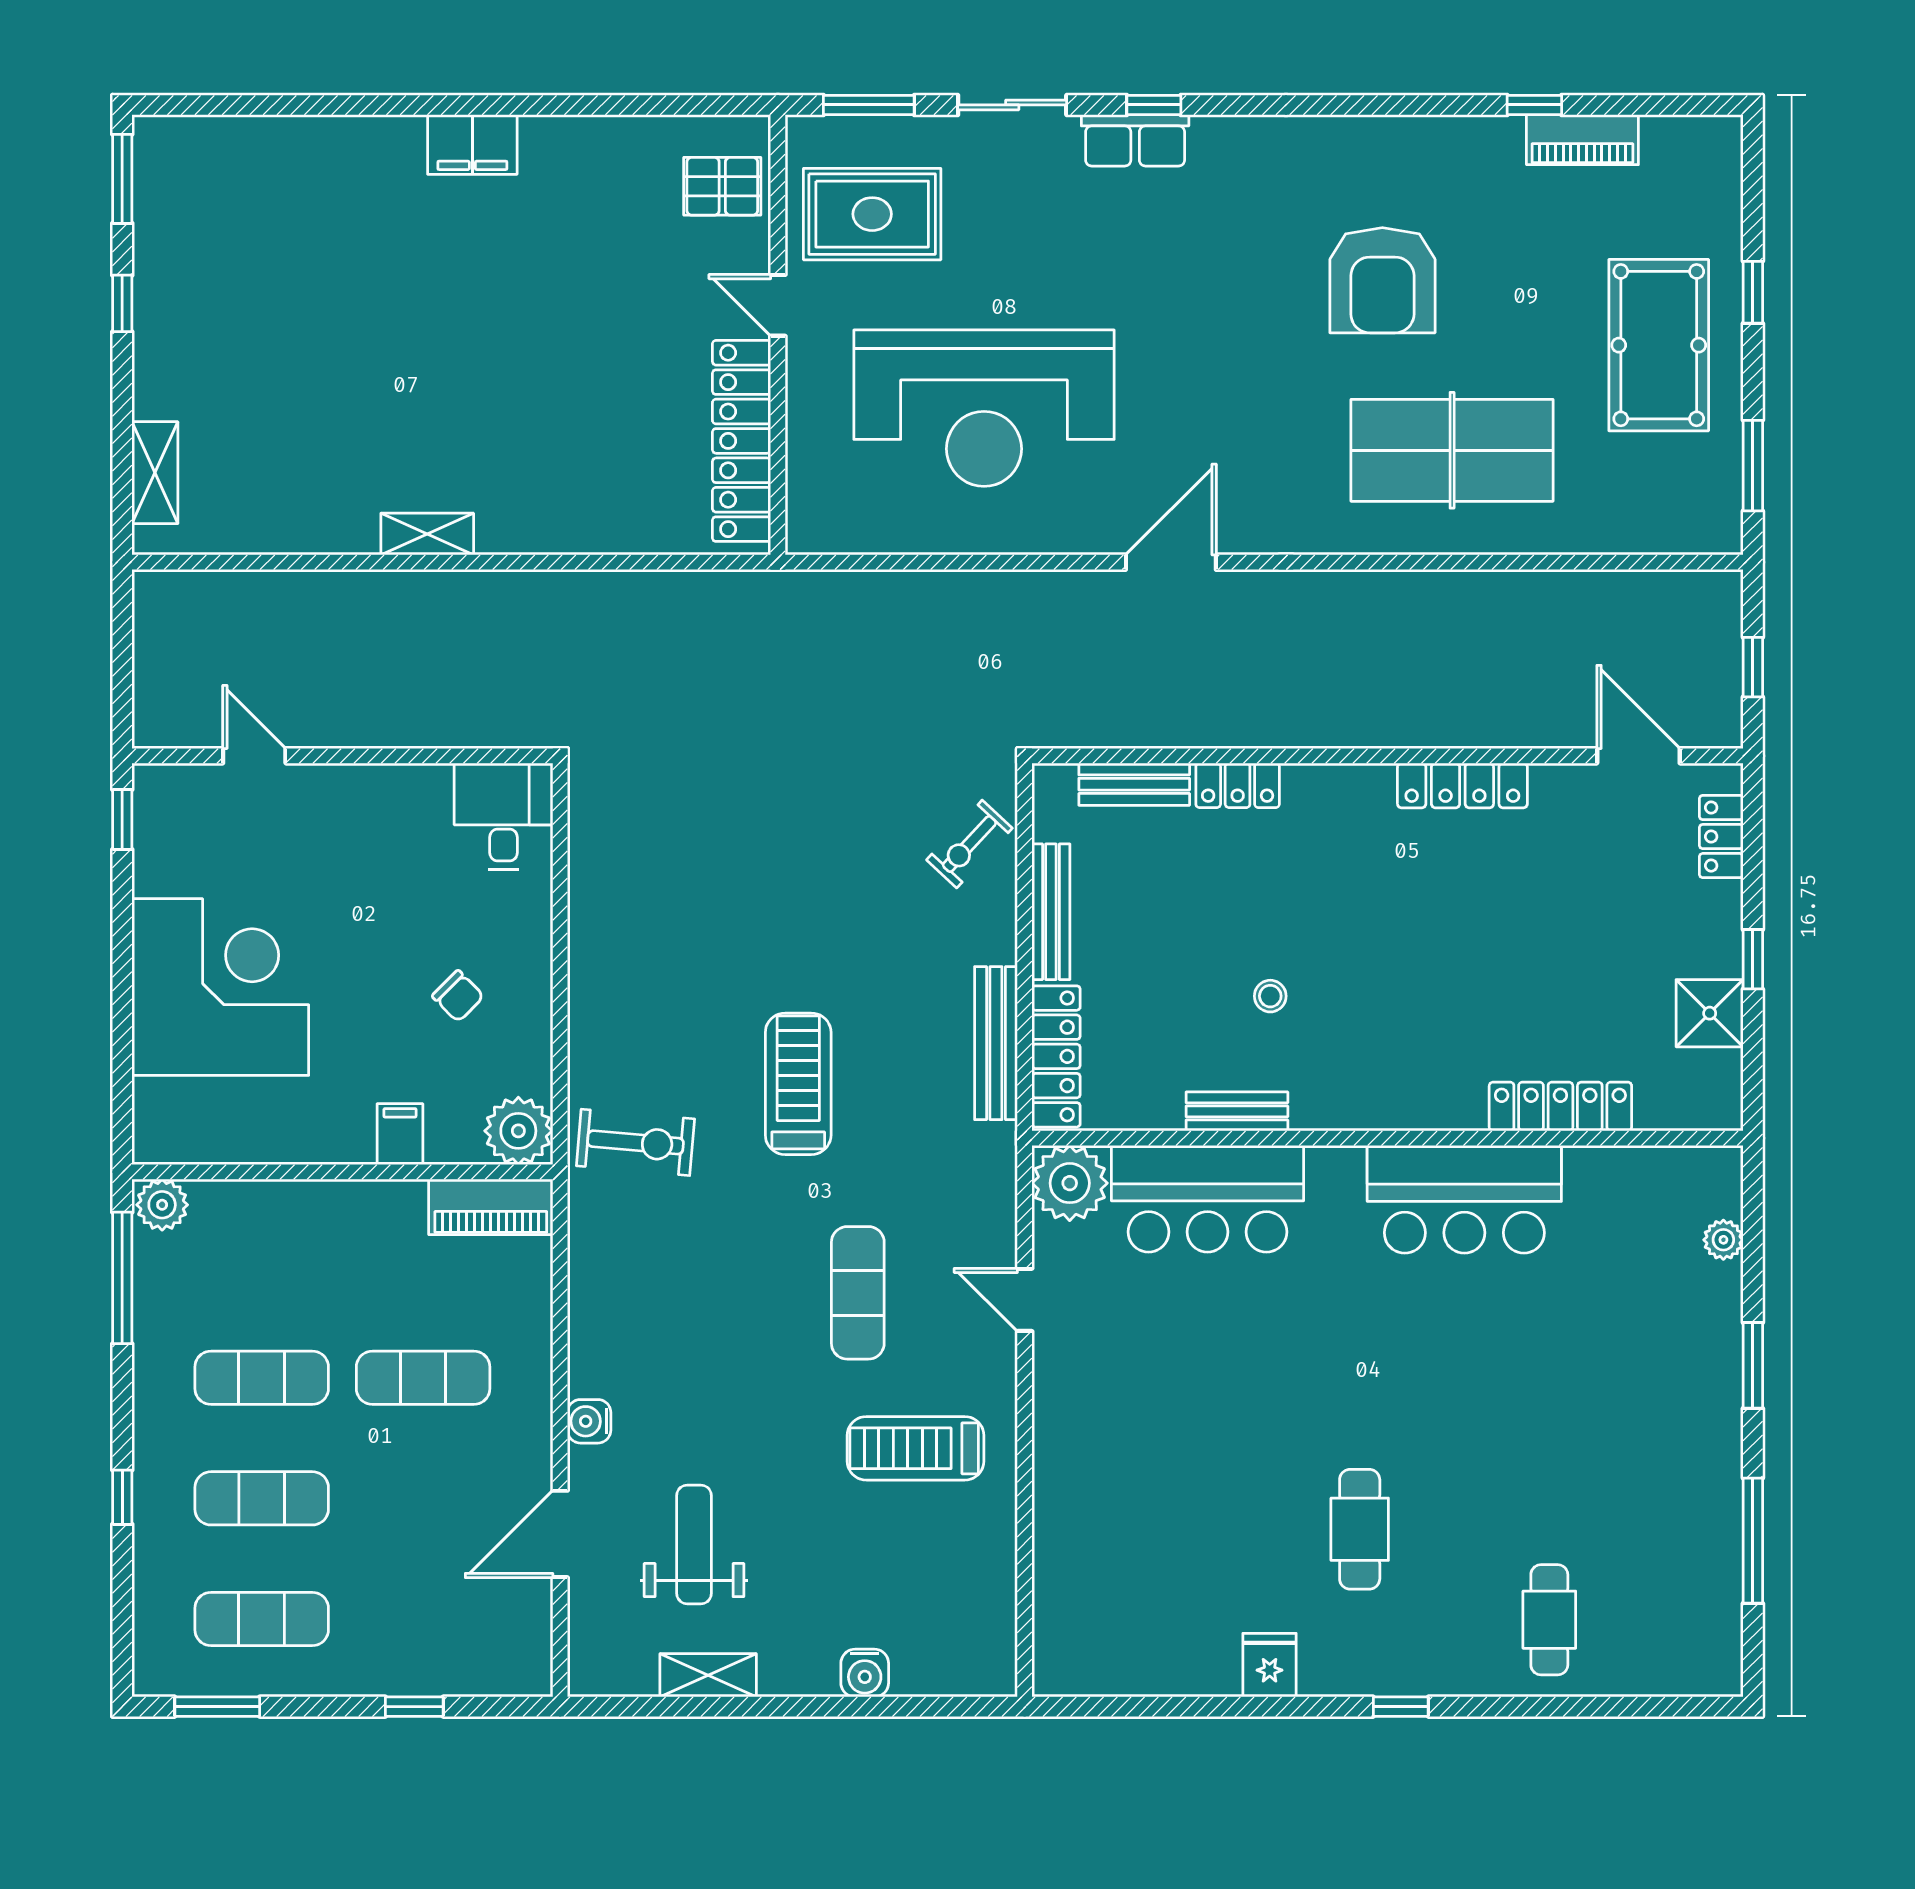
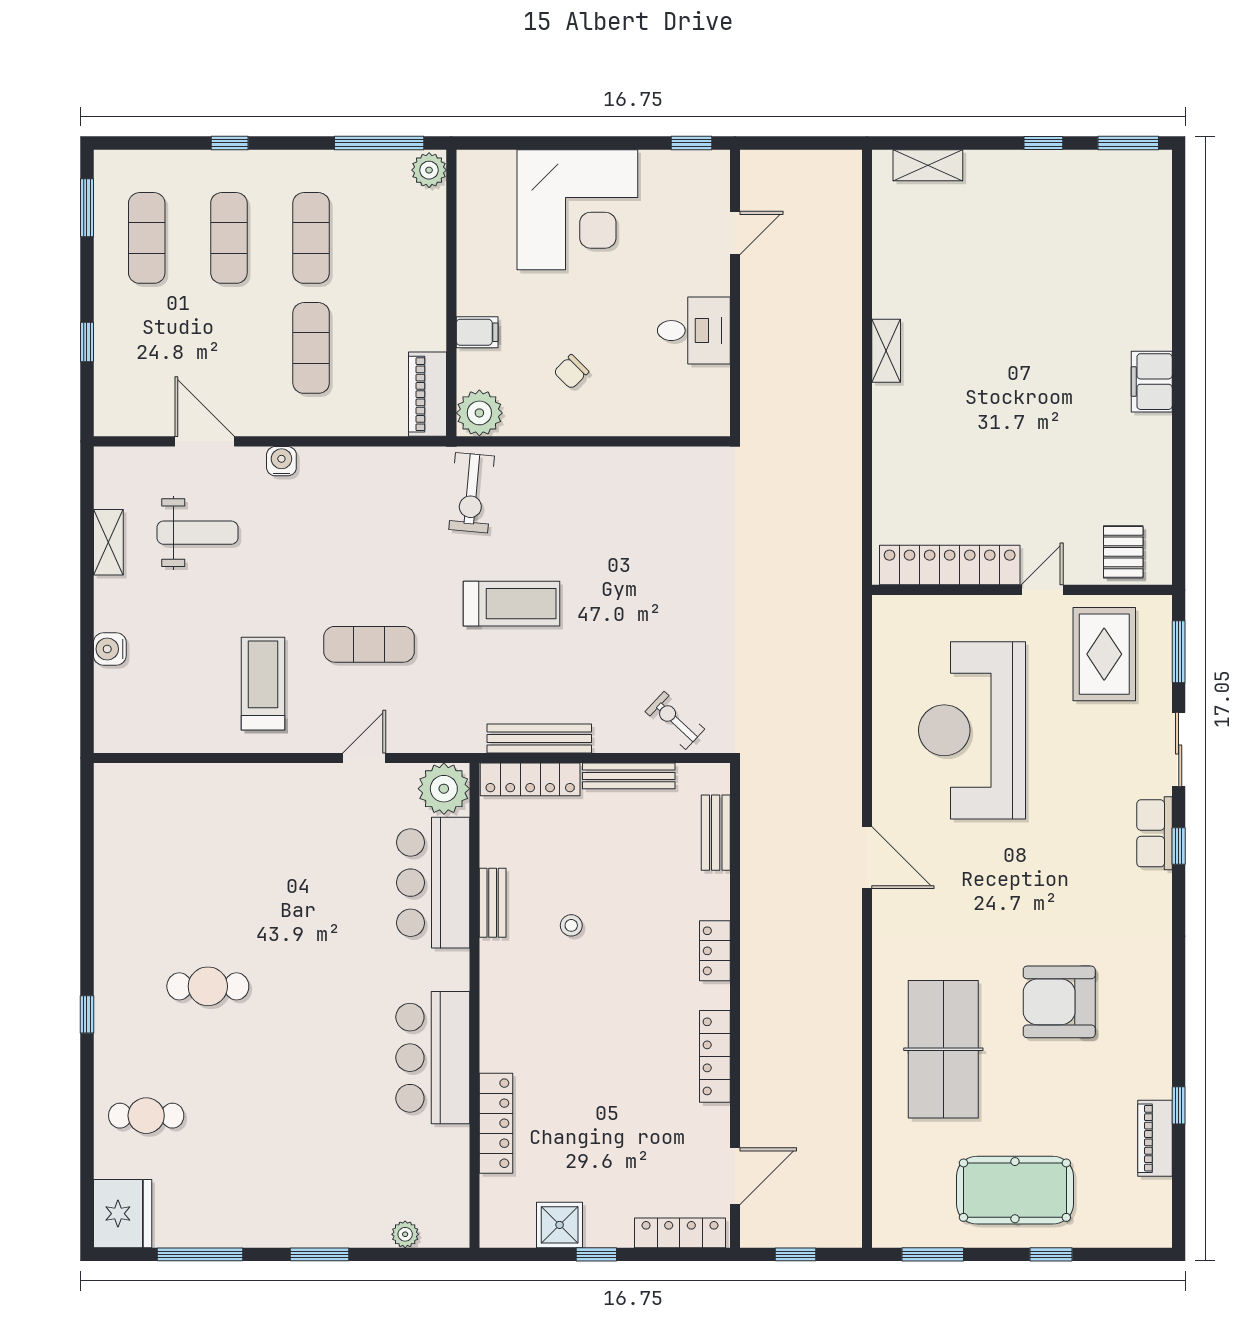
locker: (1238, 785) -> (715, 951), moved
desk: (504, 816) -> (694, 331), moved
locker: (1721, 837) -> (680, 1233), width x1.53
fridge: (1270, 1665) -> (123, 1214), moved, width x1.88, depth x1.34

